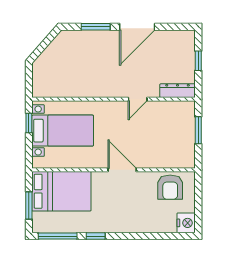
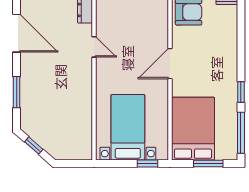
door: (137, 27) -> (17, 33), moved
window: (46, 43) -> (34, 146), added
window: (29, 123) -> (148, 164), moved

